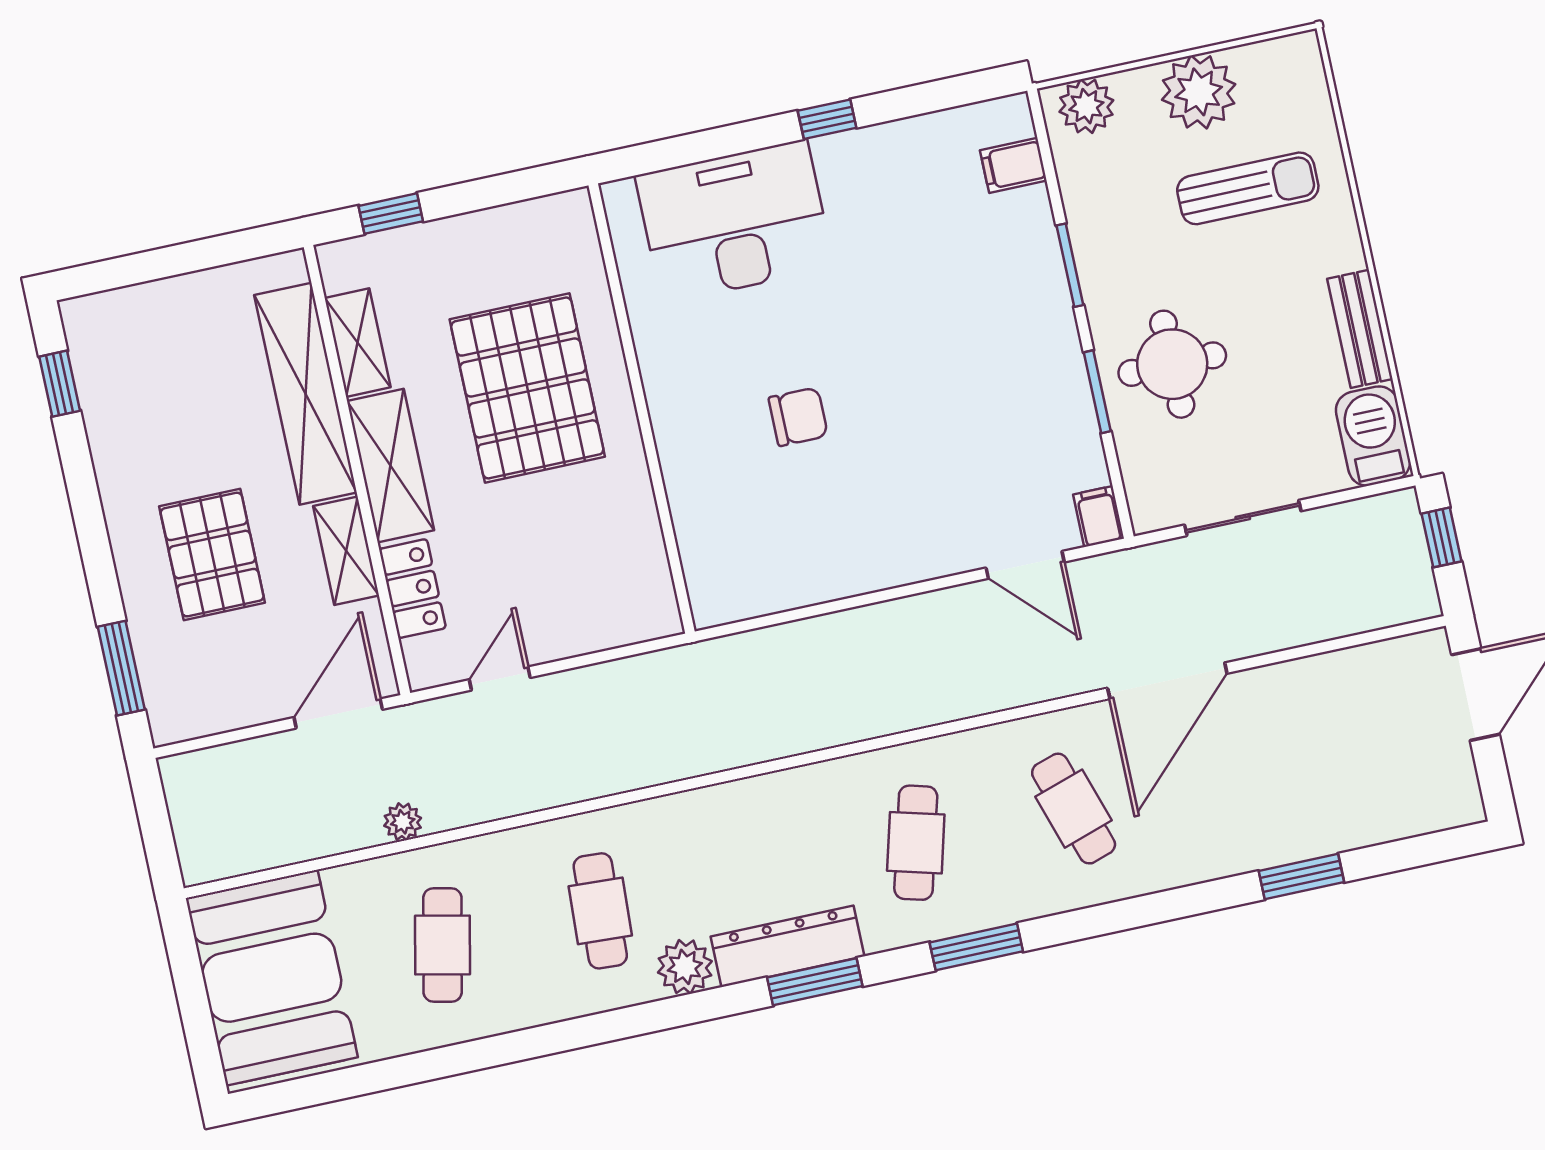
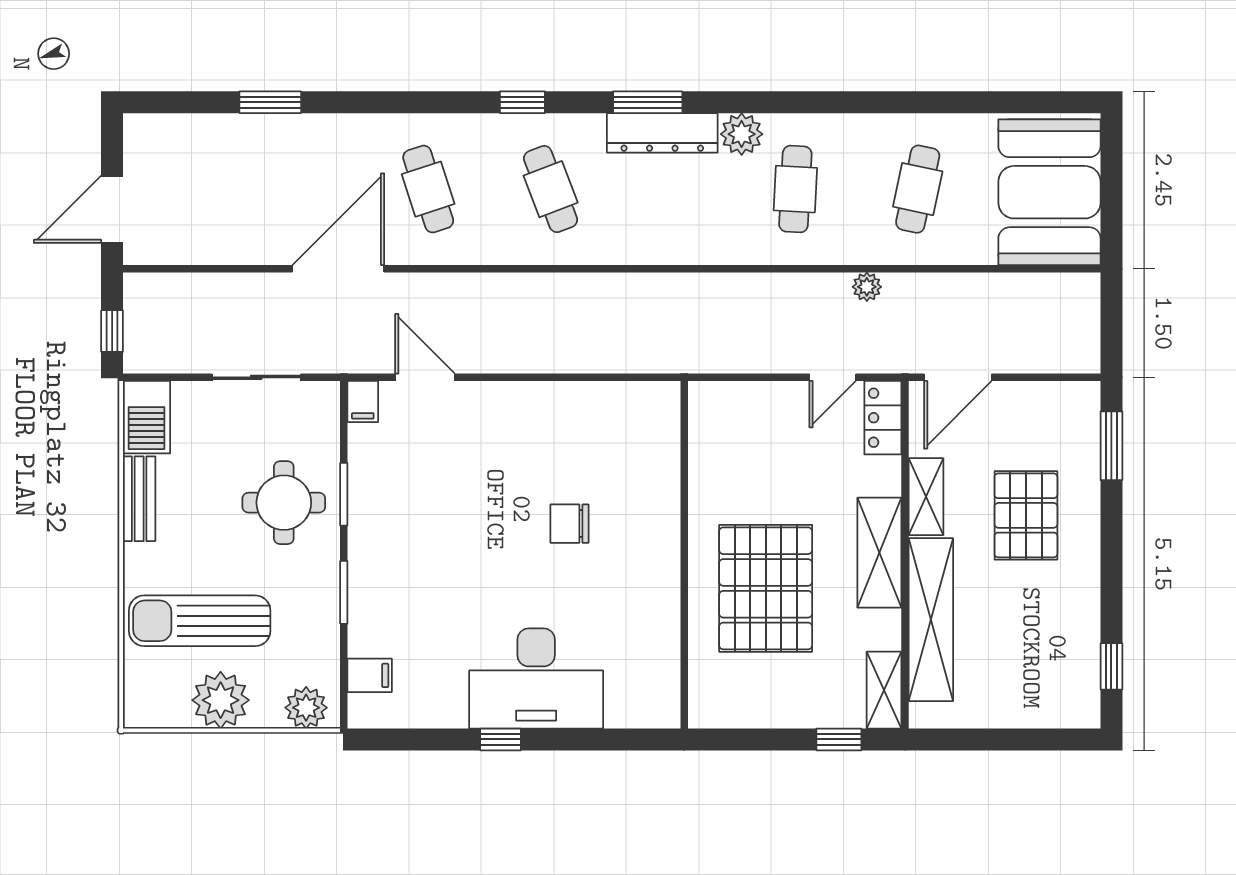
sun lounger: (1248, 188) -> (200, 621), width x1.36, depth x1.34
desk: (735, 221) -> (536, 678), moved
shelving: (358, 343) -> (884, 690), moved
locker: (412, 589) -> (883, 418), moved
plant: (403, 822) -> (867, 287), moved
cafe table: (916, 843) -> (551, 189), turned -36
window: (976, 947) -> (522, 102), width x0.67

